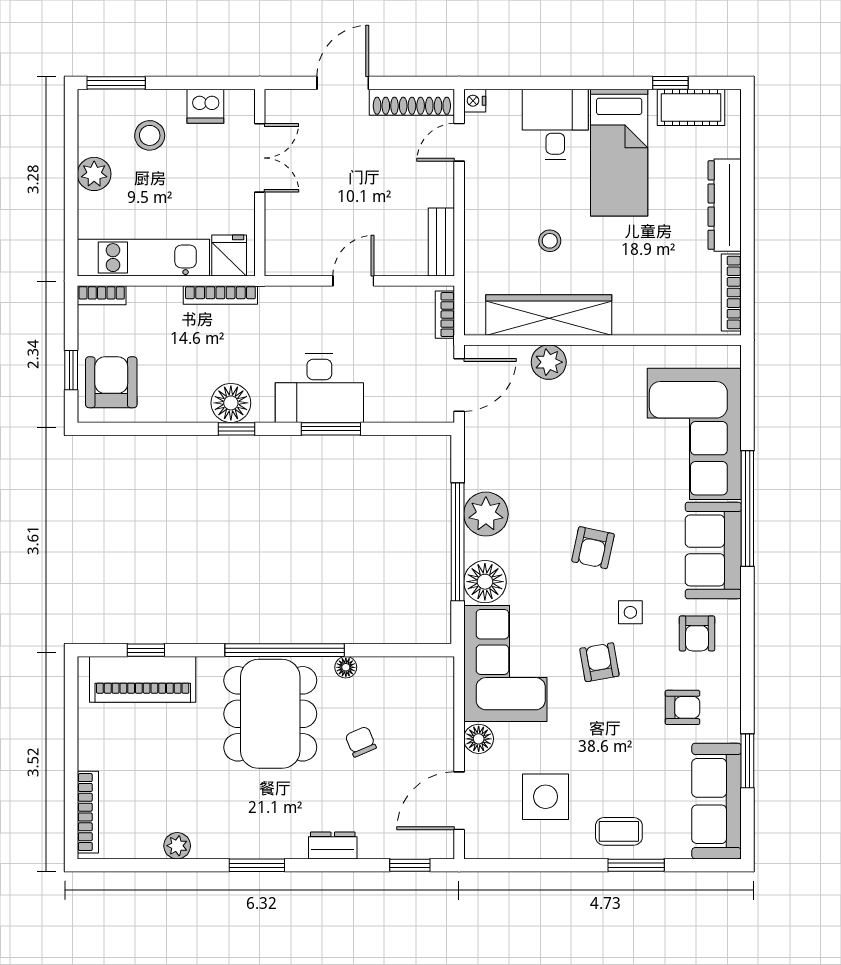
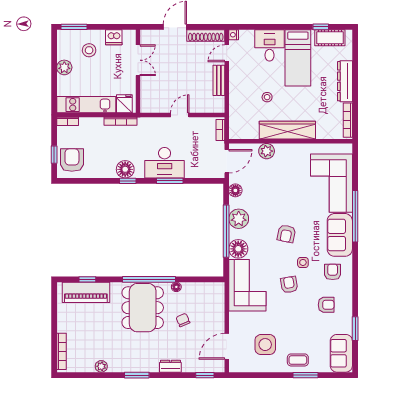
bench: (441, 242) -> (219, 80), moved
wardrobe: (549, 315) -> (287, 130), moved
armchair: (697, 633) -> (333, 272), turned 180
floor lamp: (479, 739) -> (235, 190), moved
sofa: (717, 801) -> (341, 353), width x0.73

